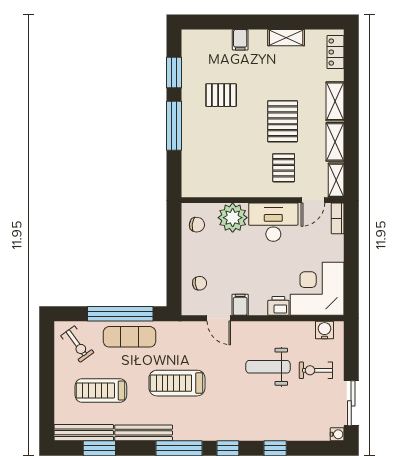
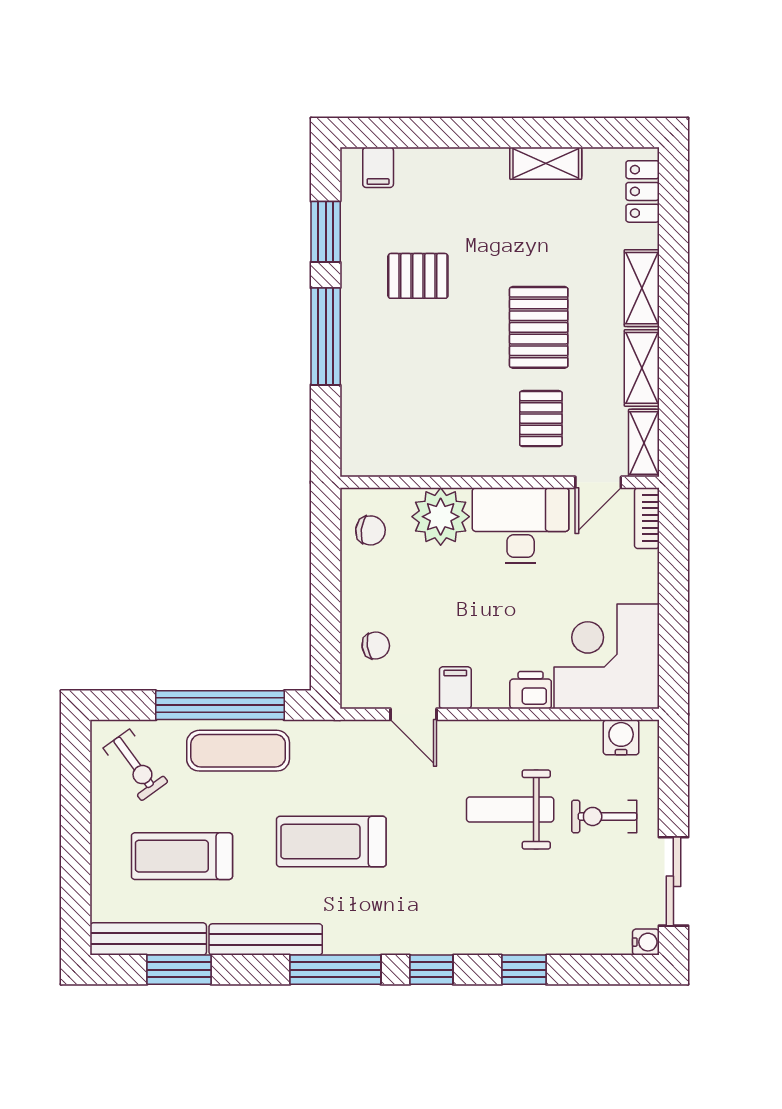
filing cabinet: (240, 40) -> (378, 167), moved

